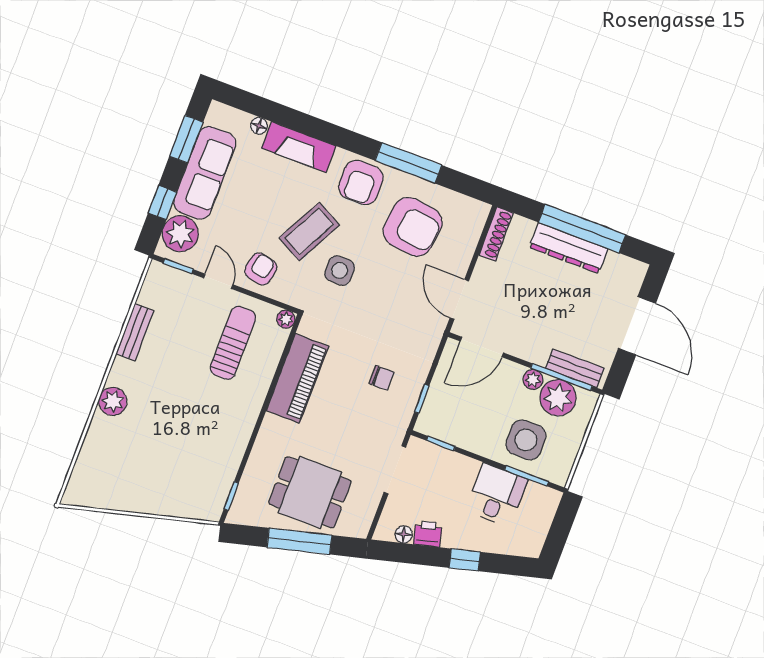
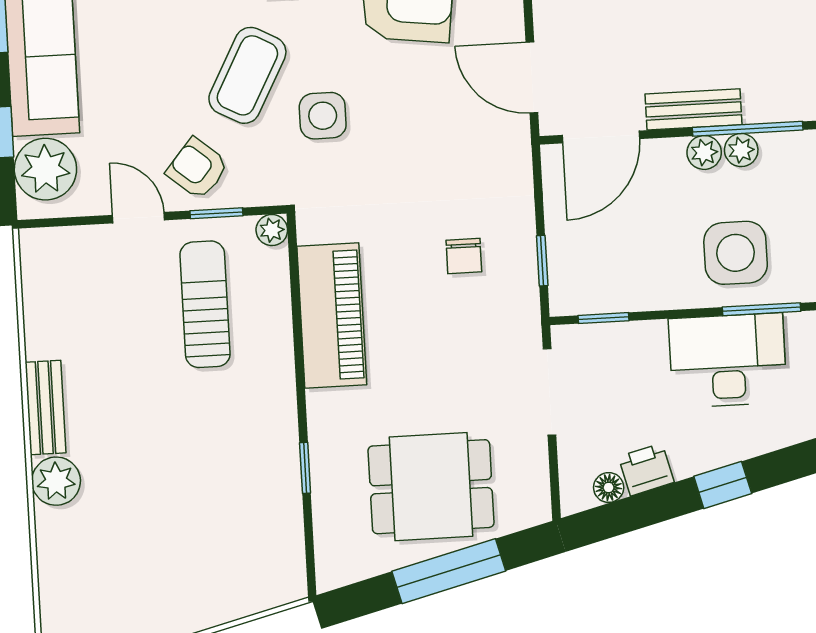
window: (178, 266) -> (216, 213), moved
armchair: (261, 269) -> (197, 168), turned -62
bench: (135, 332) -> (45, 408), moved
bench: (575, 368) -> (694, 109), moved
chair: (381, 378) -> (464, 256), turned 90
plant: (558, 398) -> (741, 150), width x0.53, depth x0.53
desk: (497, 495) -> (728, 360), width x1.37
window: (231, 496) -> (305, 468), moved

